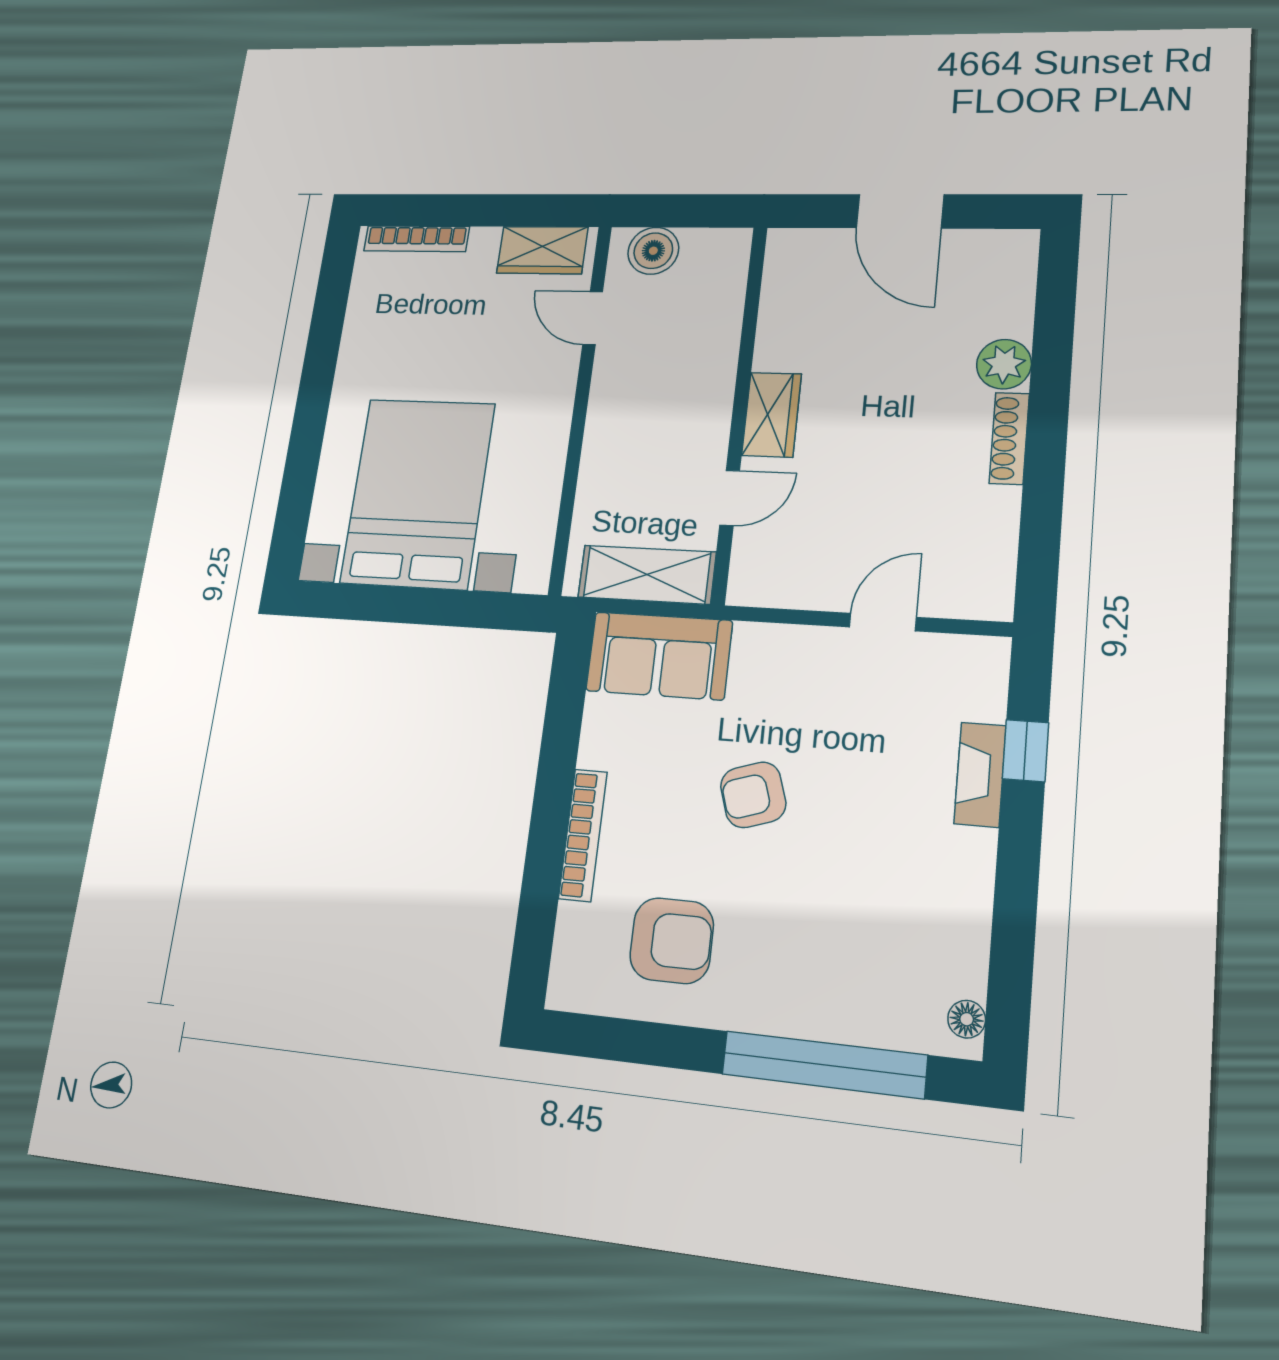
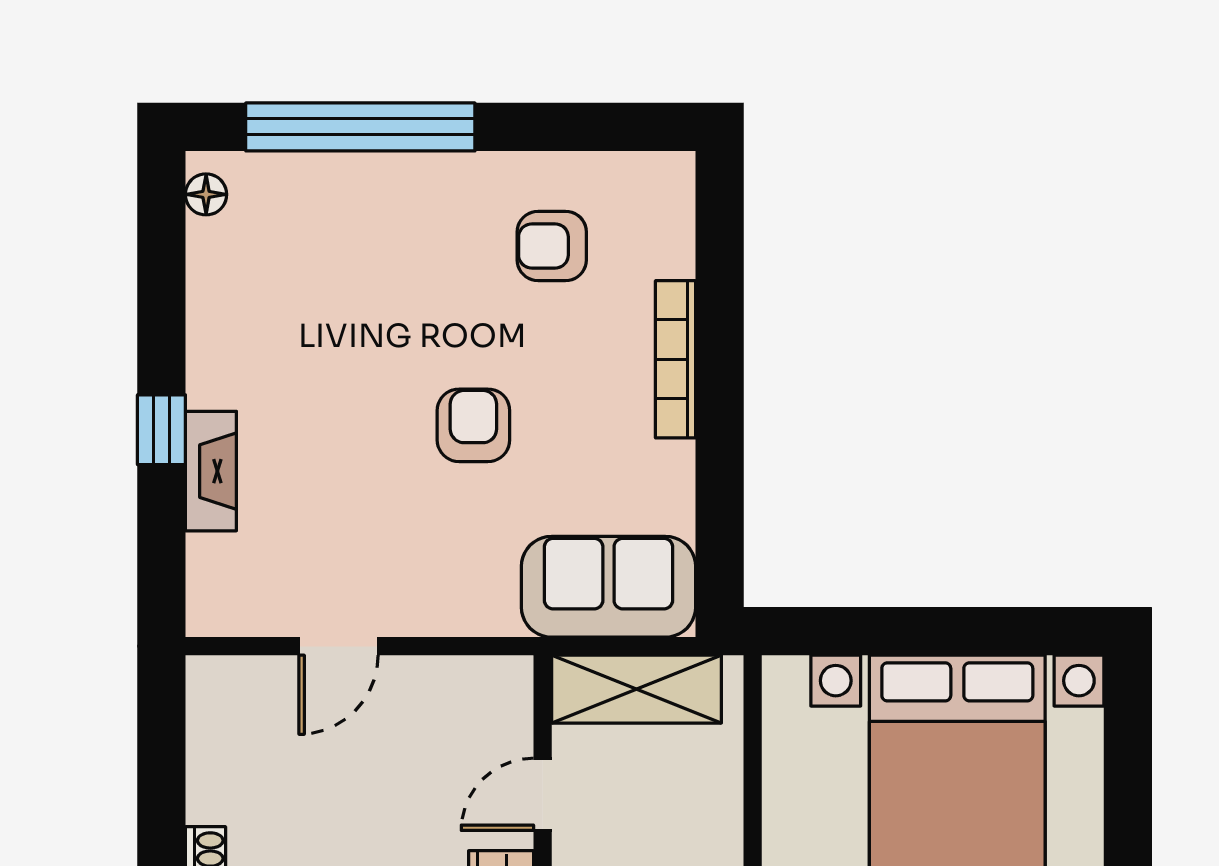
window: (1026, 751) -> (161, 430), moved
armchair: (753, 795) -> (473, 425), turned -72
armchair: (672, 941) -> (552, 246), width x0.72, depth x0.72

